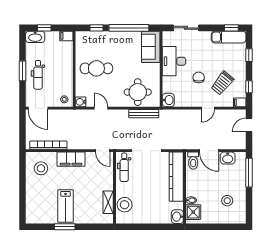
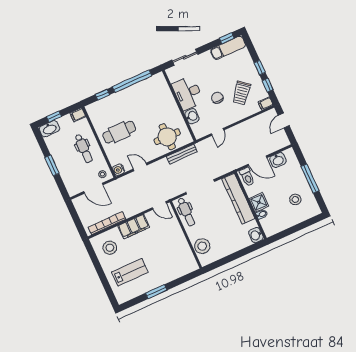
sofa: (151, 47) -> (160, 89), removed
window: (249, 55) -> (260, 68), moved
dental chair: (38, 75) -> (84, 148), moved
washbasin: (168, 100) -> (192, 116), moved
door: (38, 108) -> (93, 188), moved
door: (208, 108) -> (217, 132), moved
window: (249, 173) -> (310, 179), moved
shelving: (108, 202) -> (186, 251), removed
lab bench: (66, 206) -> (130, 272), moved, turned -90
shower: (193, 212) -> (259, 202), moved

